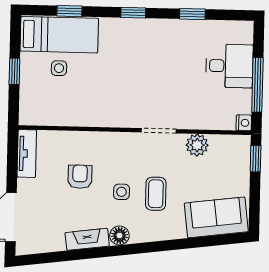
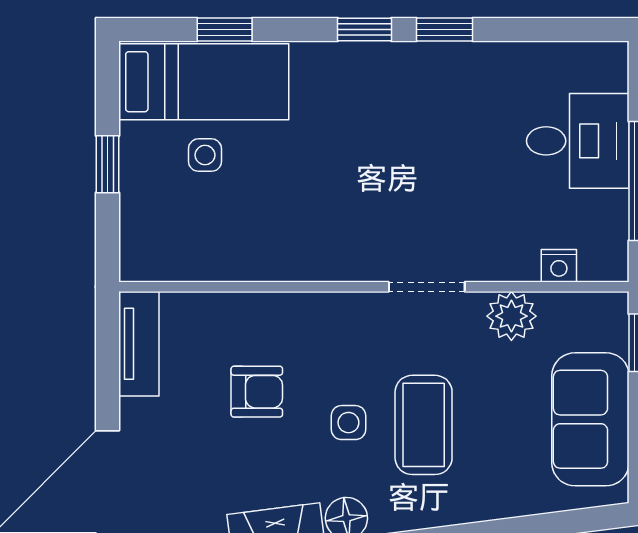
window: (192, 14) -> (444, 30), moved
nightstand: (244, 123) -> (559, 266), moved, turned 90
armchair: (80, 177) -> (257, 392), turned 90
coffee table: (156, 194) -> (424, 425), width x1.36, depth x1.30
sofa: (216, 217) -> (590, 419), moved, turned -83

